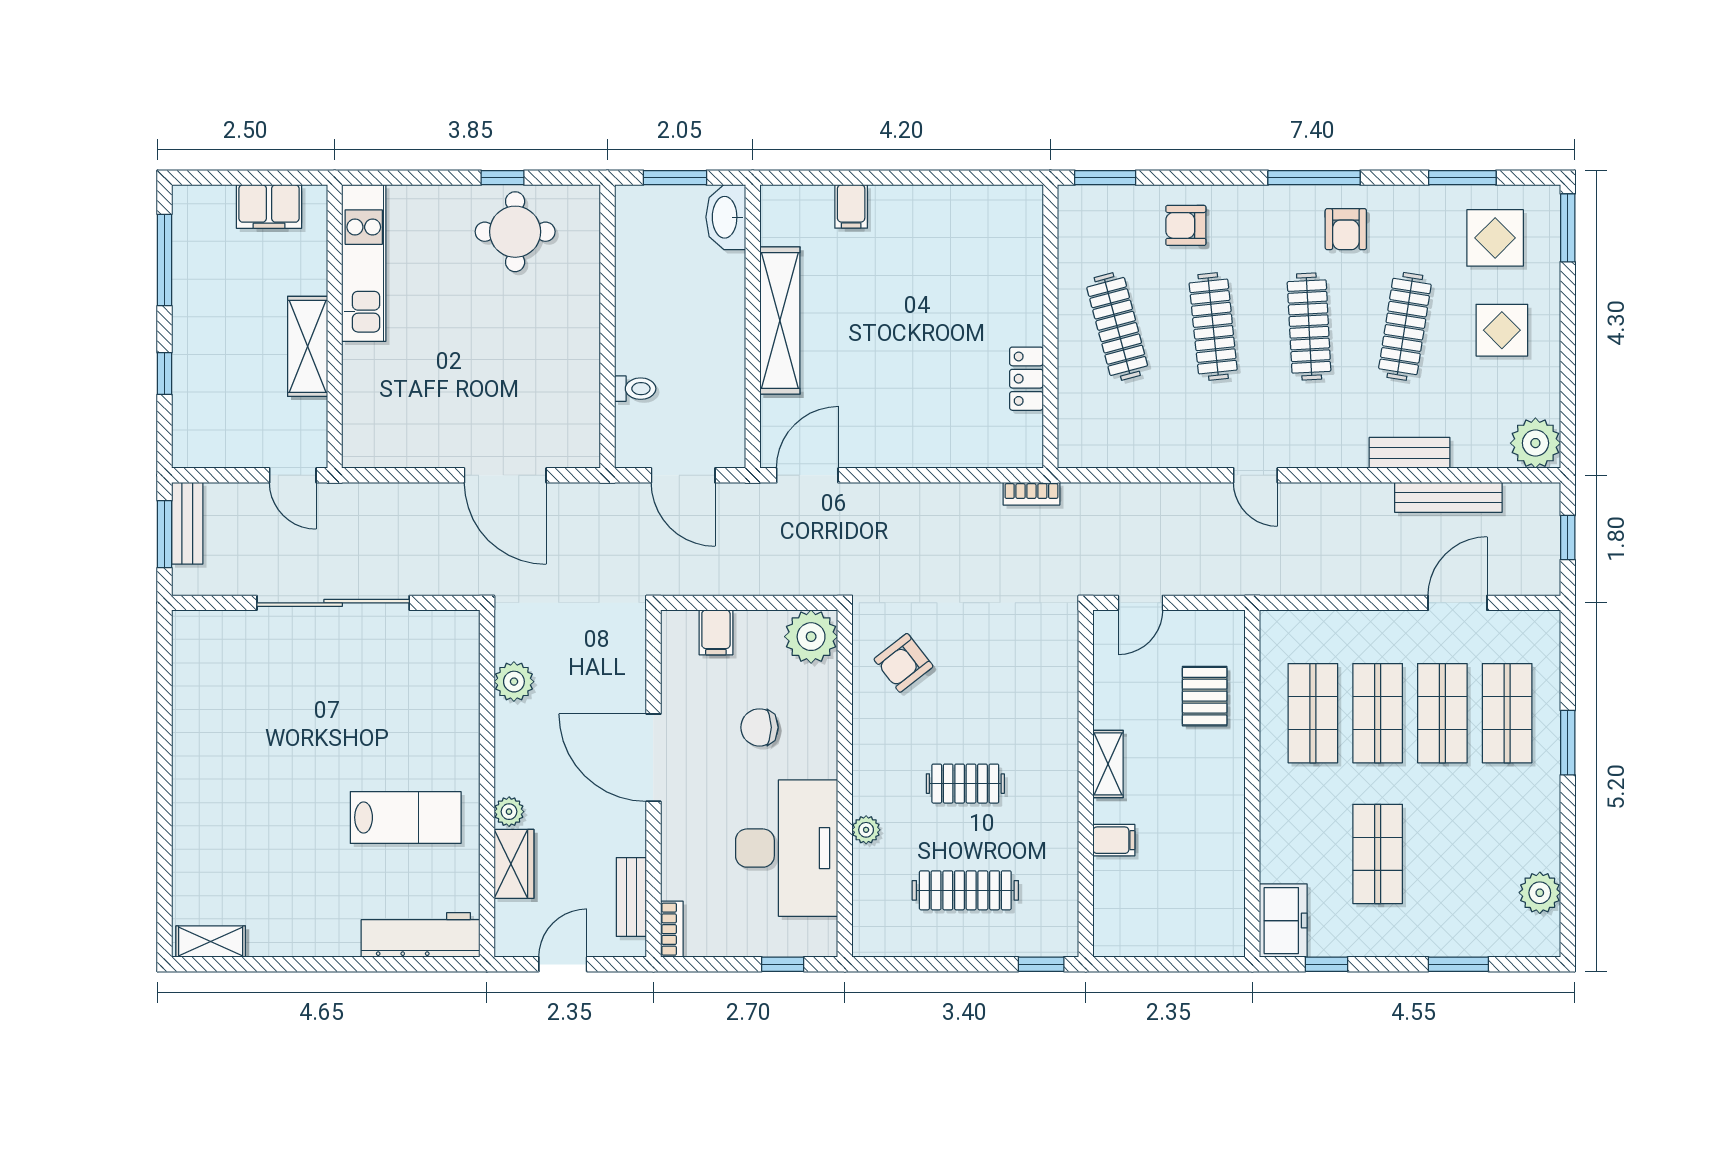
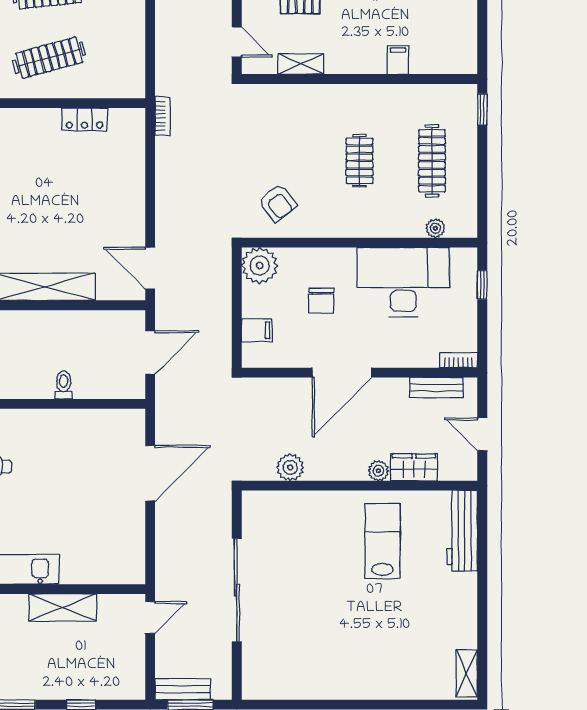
toilet: (635, 389) -> (64, 385), moved
shelving: (1108, 764) -> (301, 64), moved
plant: (866, 830) -> (435, 228), moved

